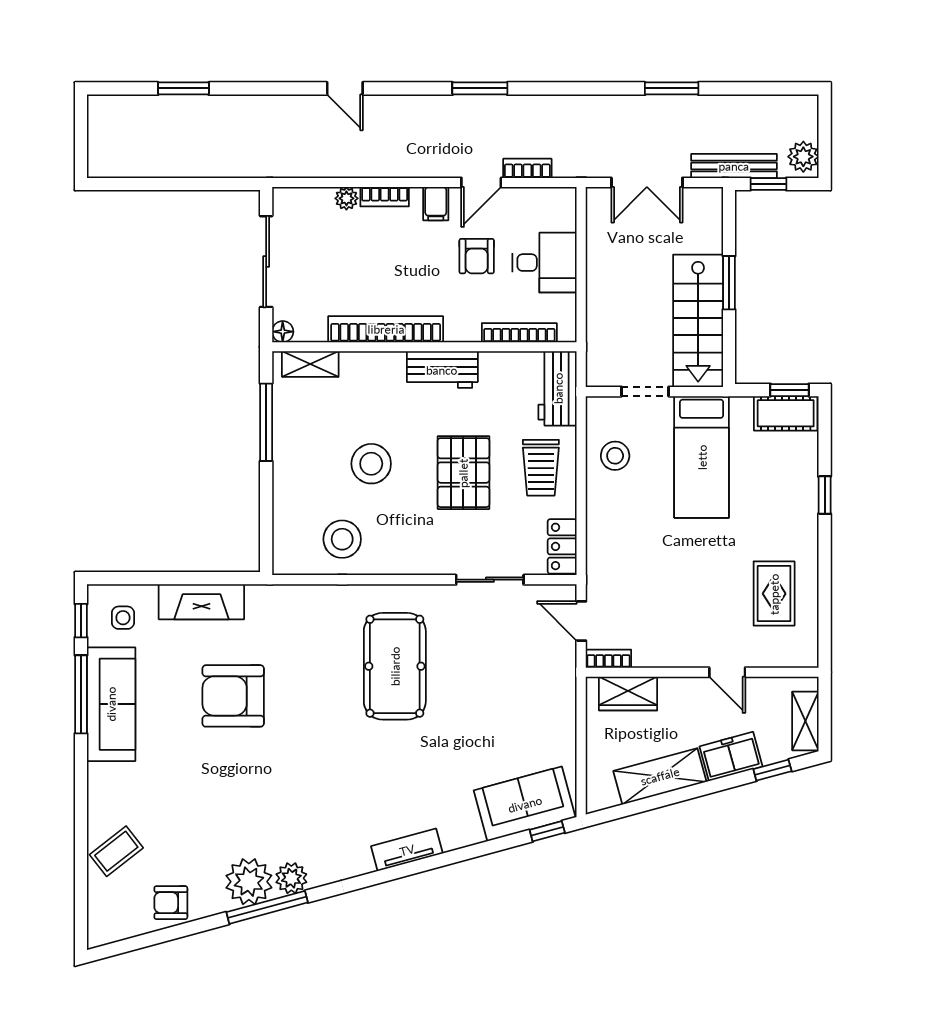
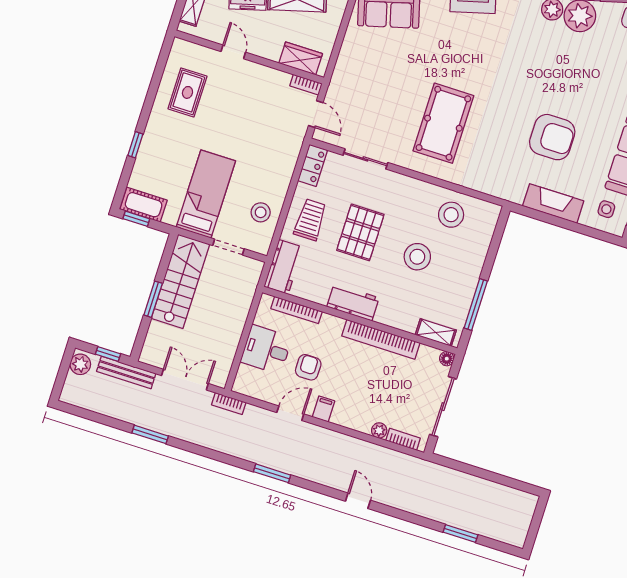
bookcase: (527, 168) -> (229, 404), moved
bookcase: (385, 197) -> (403, 439), moved

